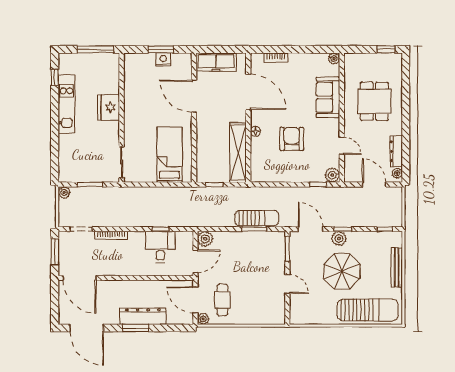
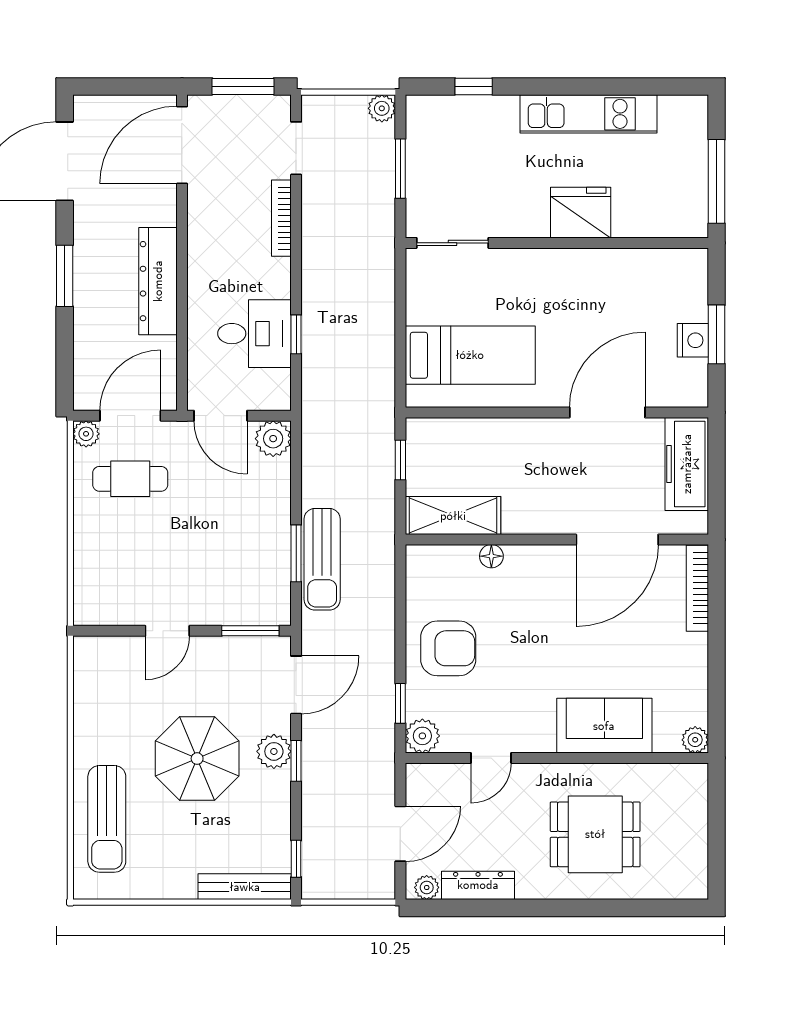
window: (386, 49) -> (717, 861), removed
bookcase: (276, 58) -> (697, 588), width x1.56
window: (55, 77) -> (474, 86), moved
floor lamp: (255, 131) -> (491, 556), moved
armchair: (292, 139) -> (448, 648), moved
shelving: (238, 153) -> (453, 516), width x0.68
bench: (397, 267) -> (245, 887), moved
sun lounger: (368, 310) -> (107, 819), width x0.73, depth x0.75
dresser: (143, 316) -> (158, 281), moved, turned 180

